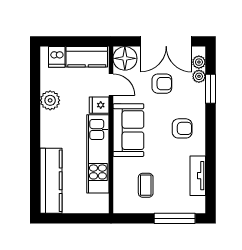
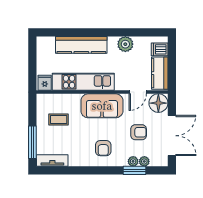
double door: (166, 41) -> (172, 136), swing flipped
plant: (199, 62) -> (133, 161), moved
armchair: (162, 84) -> (139, 132), turned -90
fridge: (99, 105) -> (45, 83), moved
tv unit: (198, 176) -> (52, 161), moved
kitchen counter: (51, 181) -> (81, 45), moved

